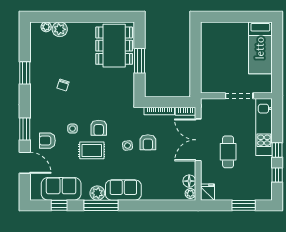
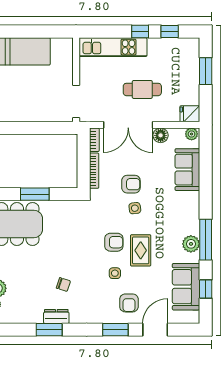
dresser: (36, 79) -> (56, 317), added
doorway: (239, 96) -> (76, 102), moved
floor lamp: (189, 181) -> (161, 135), moved
sofa: (123, 190) -> (187, 170), moved

